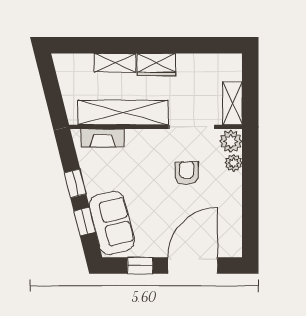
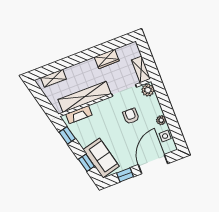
shelving: (115, 63) -> (53, 78), moved
wardrobe: (157, 65) -> (107, 59), moved
plant: (233, 163) -> (161, 120), moved
window: (75, 183) -> (67, 135), moved
side table: (230, 227) -> (165, 136), added

